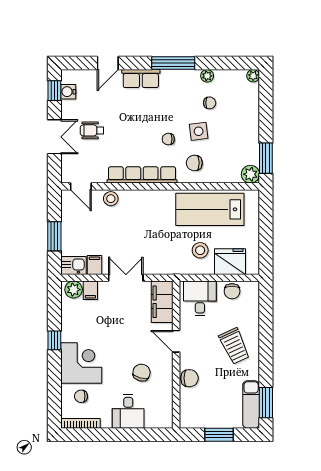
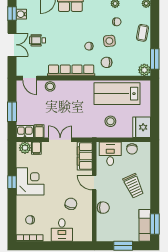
coffee table: (248, 119) -> (142, 33), added
fridge: (230, 262) -> (142, 127), moved, turned -90
corner desk: (81, 363) -> (30, 181), moved

